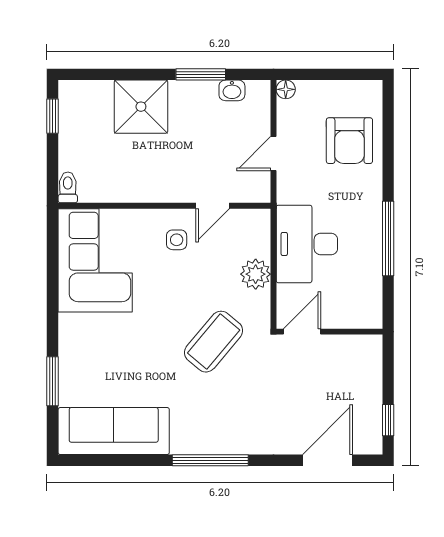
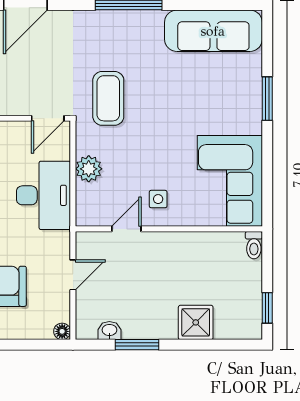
shower: (141, 107) -> (196, 322), width x0.73, depth x0.73
coffee table: (214, 342) -> (108, 98), moved, turned -40
window: (53, 381) -> (267, 99), moved

